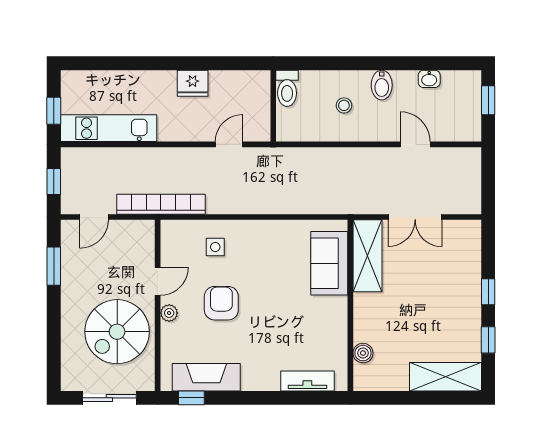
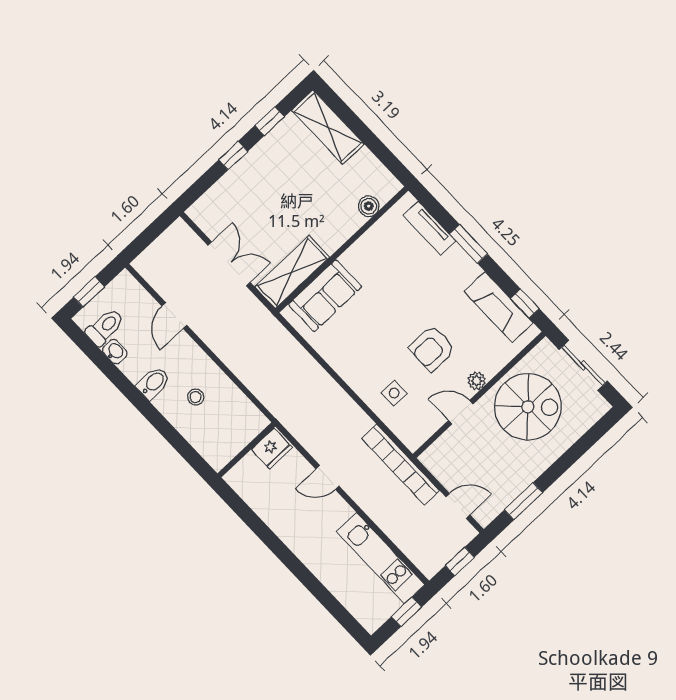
fridge: (193, 83) -> (272, 449), moved, turned 90
toilet: (287, 88) -> (105, 327), moved
door: (229, 144) -> (327, 477), moved
window: (270, 398) -> (468, 244), added

